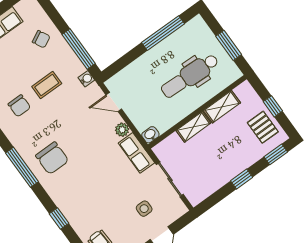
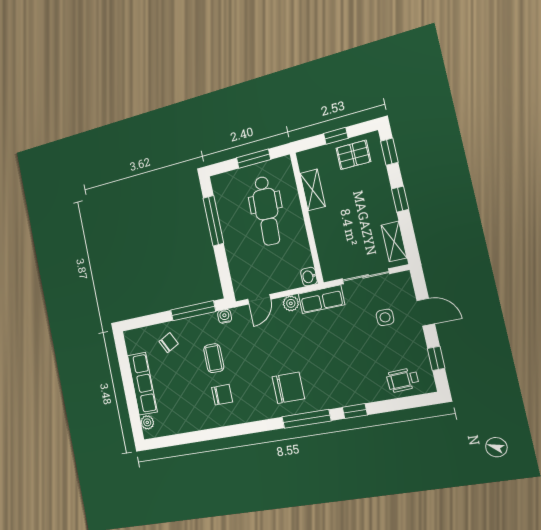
shelving: (193, 127) -> (394, 242), moved
window: (22, 167) -> (306, 419), moved

